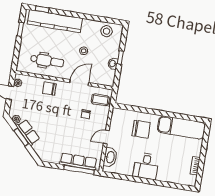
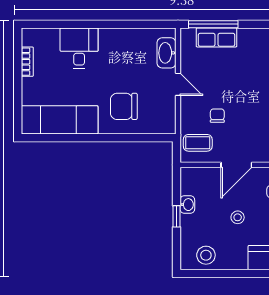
door: (106, 137) -> (178, 84), hinge flipped
row of seats: (78, 161) -> (217, 37), width x0.68
desk: (146, 166) -> (79, 48), moved

